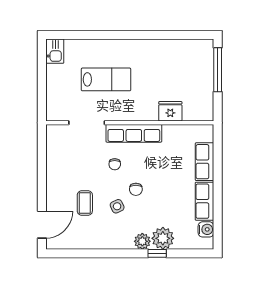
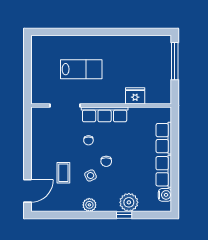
kitchen sink: (55, 51) -> (38, 45), removed
plant: (142, 241) -> (89, 205), moved

